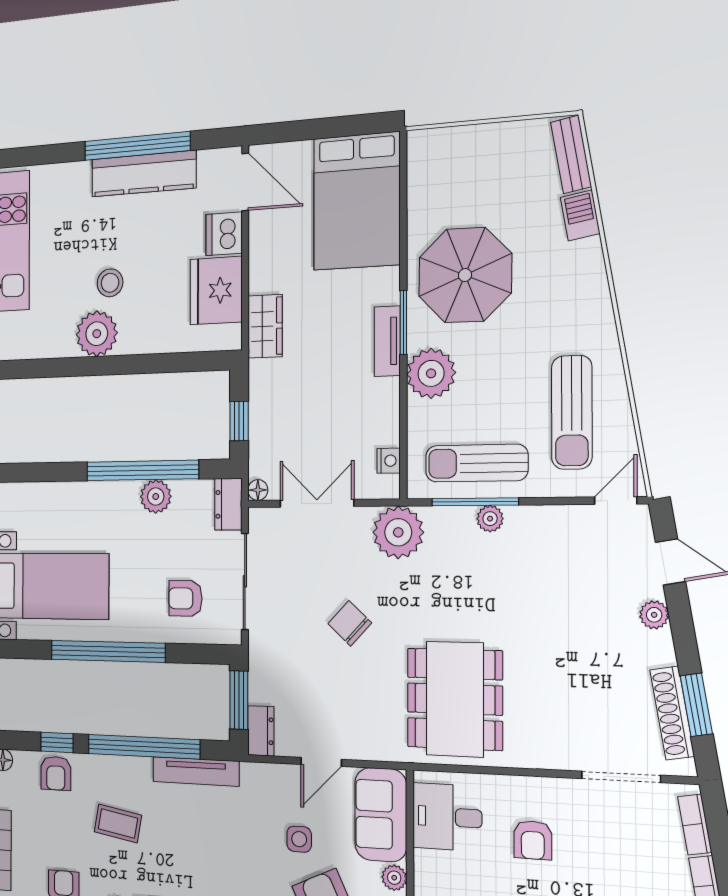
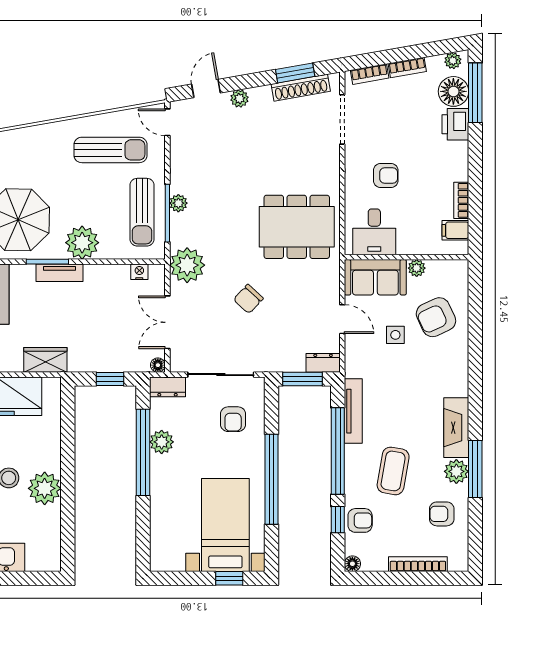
coffee table: (118, 823) -> (393, 471), width x1.36, depth x1.30

